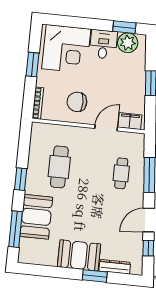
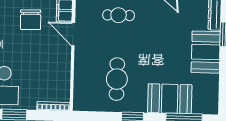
chair: (77, 102) -> (31, 20), moved
cafe table: (59, 167) -> (117, 79), turned 90

